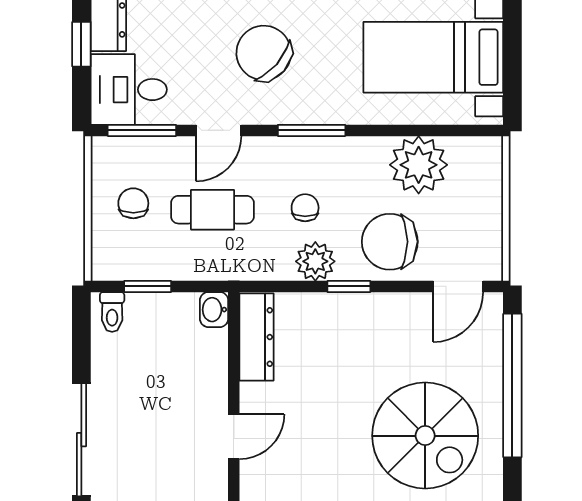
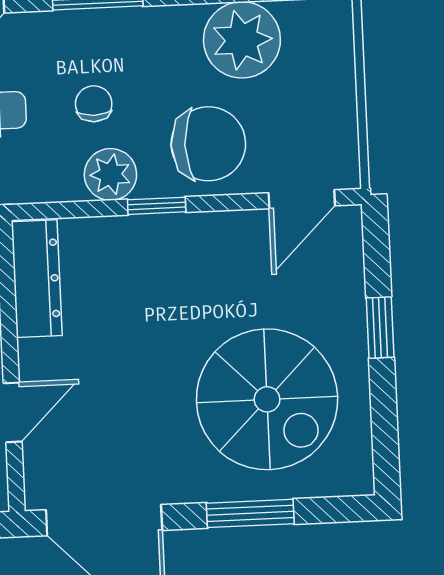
chair: (390, 242) -> (208, 144), turned 180
window: (512, 385) -> (380, 328), width x0.32

